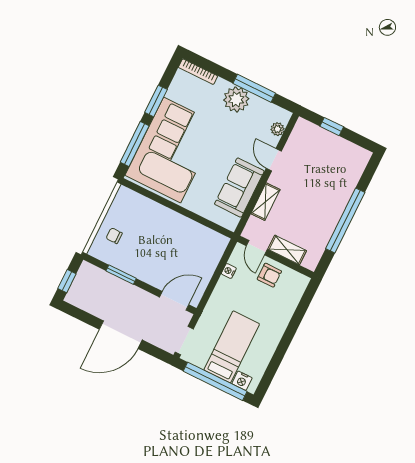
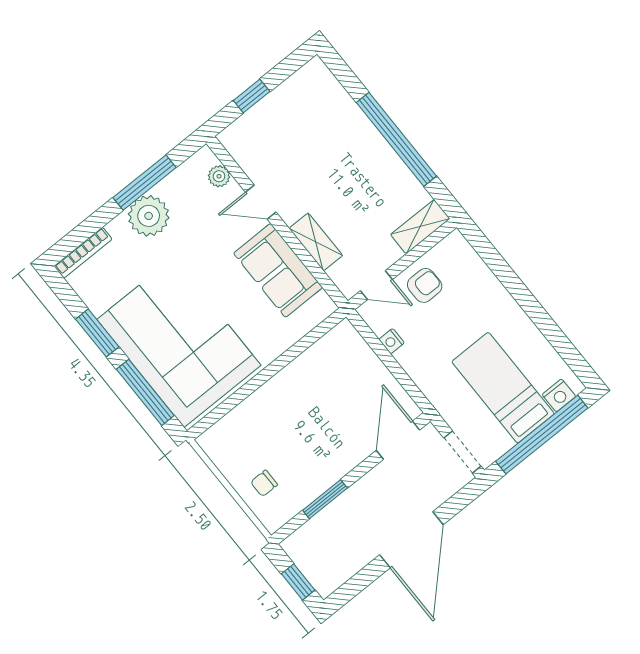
shelving: (287, 250) -> (420, 227), moved

